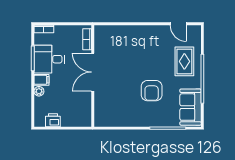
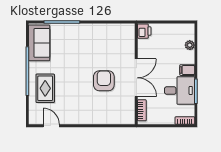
plant: (39, 91) -> (190, 45), moved
armchair: (152, 91) -> (104, 81), moved
printer: (53, 120) -> (144, 31), moved, turned -90

